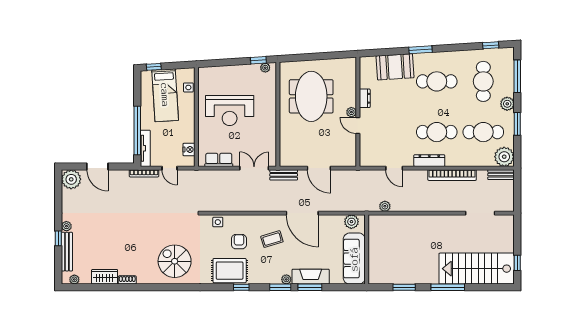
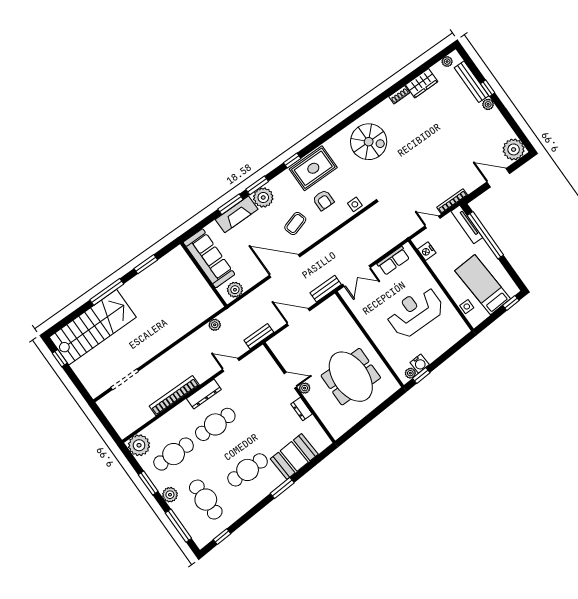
water cooler: (253, 70) -> (420, 364), added
bench: (501, 175) -> (259, 336), moved
plant: (286, 279) -> (263, 198), width x1.88, depth x1.88

